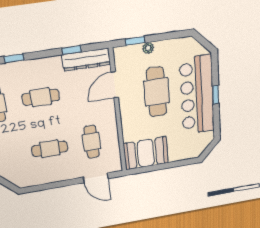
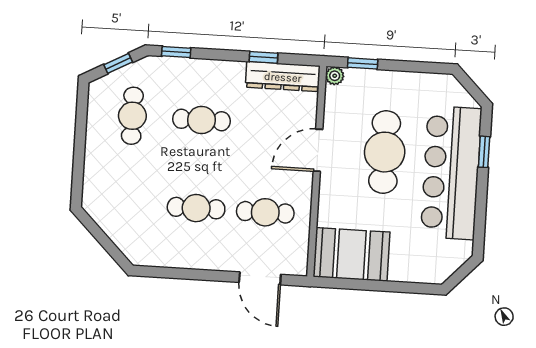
plant: (148, 48) -> (335, 76), moved
door: (115, 85) -> (318, 150), moved
window: (216, 95) -> (484, 152), moved
cafe table: (92, 142) -> (265, 212), turned 90

